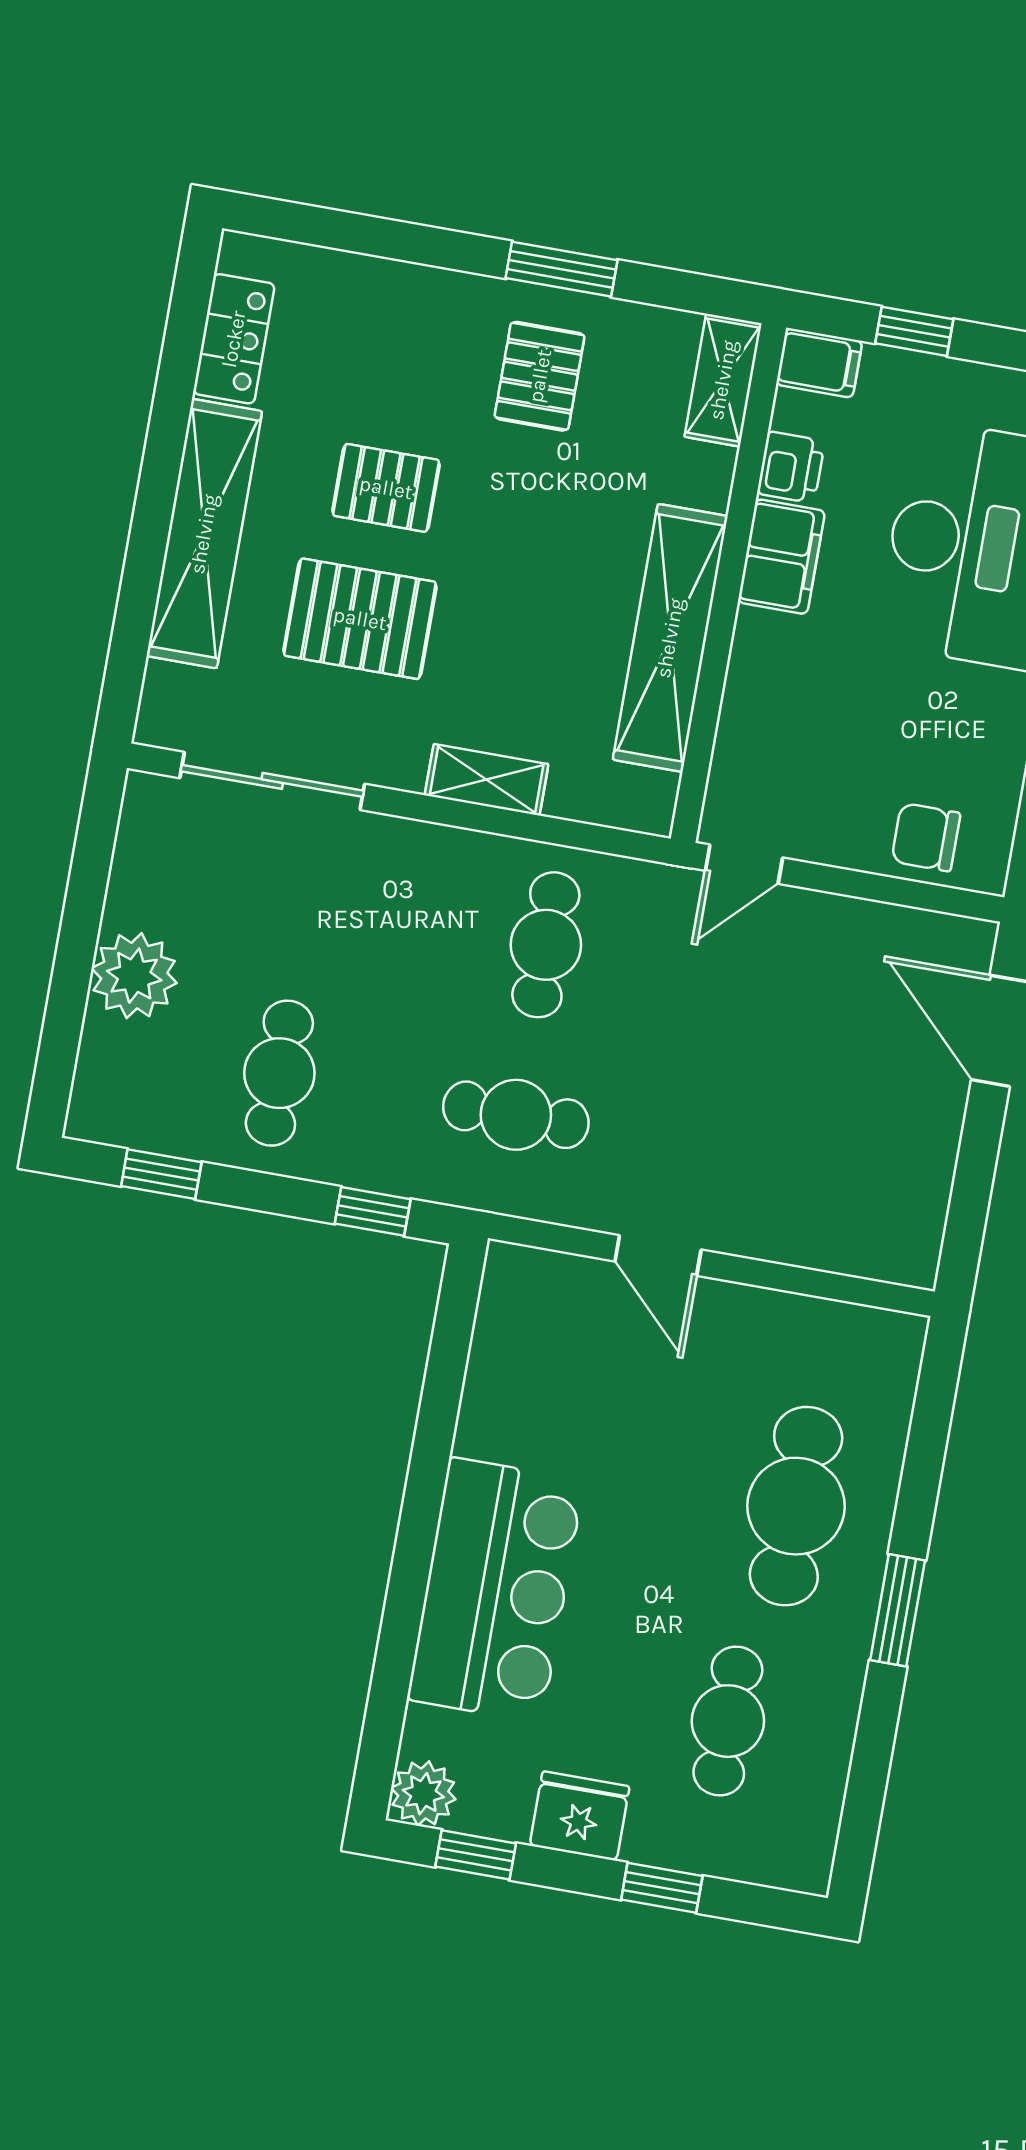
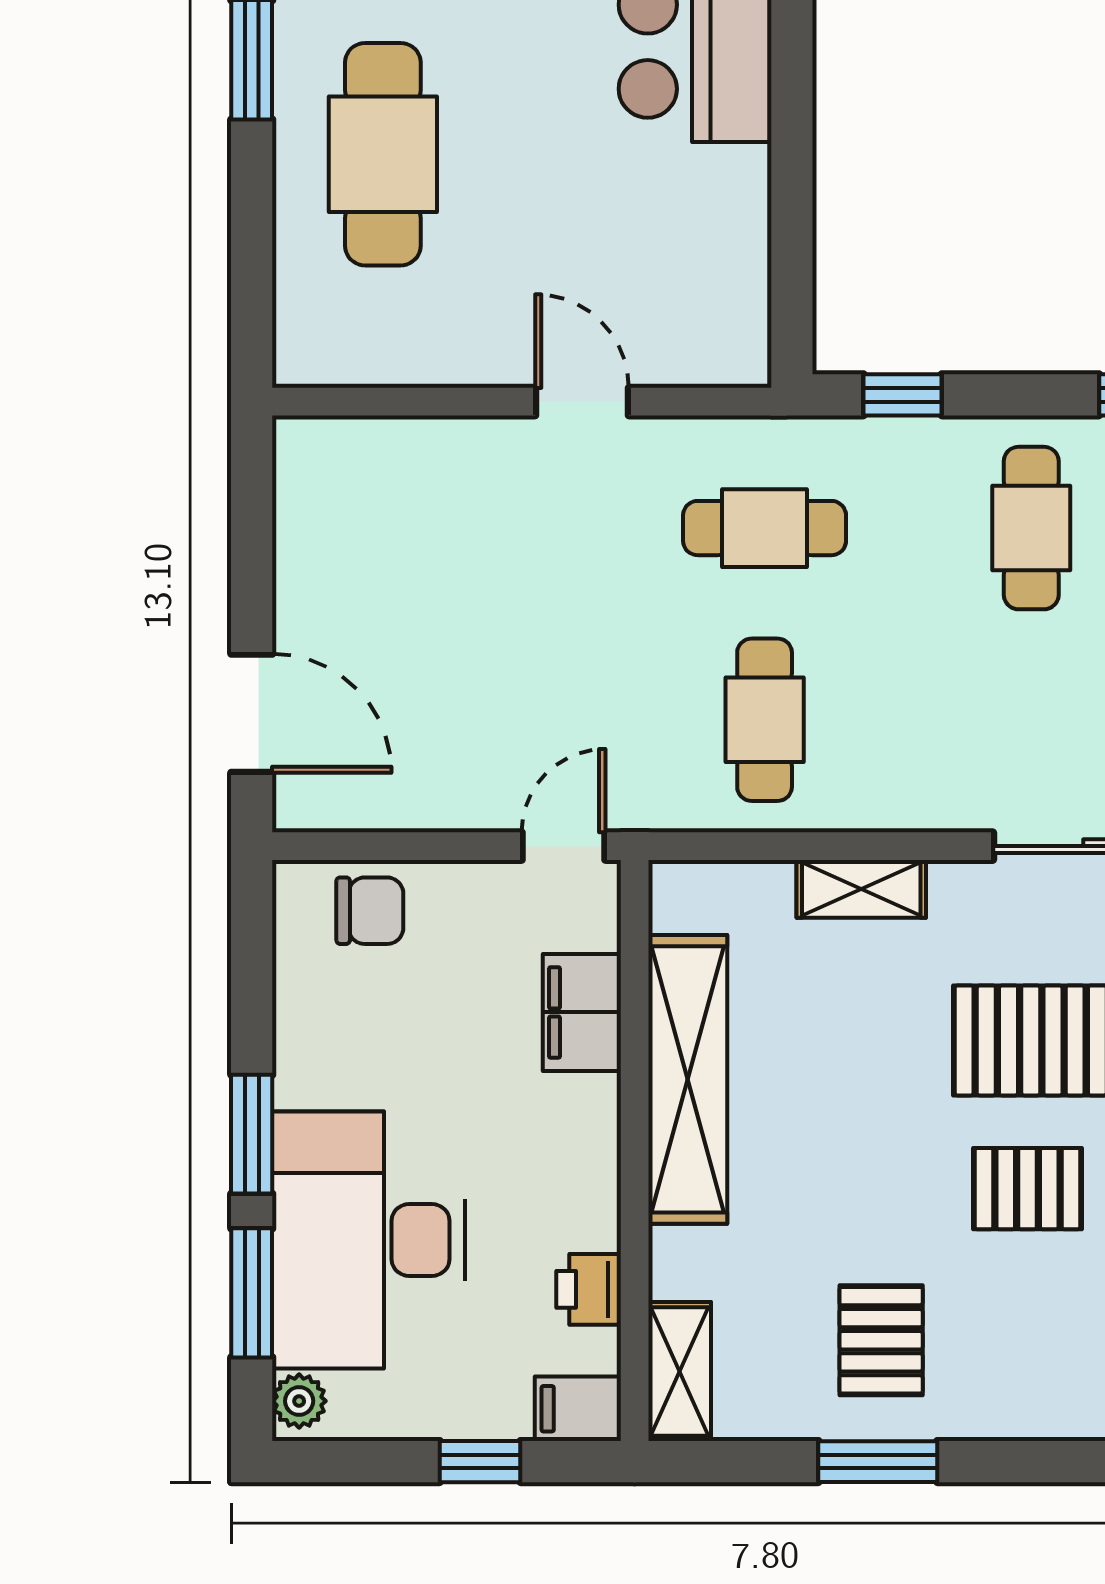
filing cabinet: (781, 557) -> (582, 1012), moved

